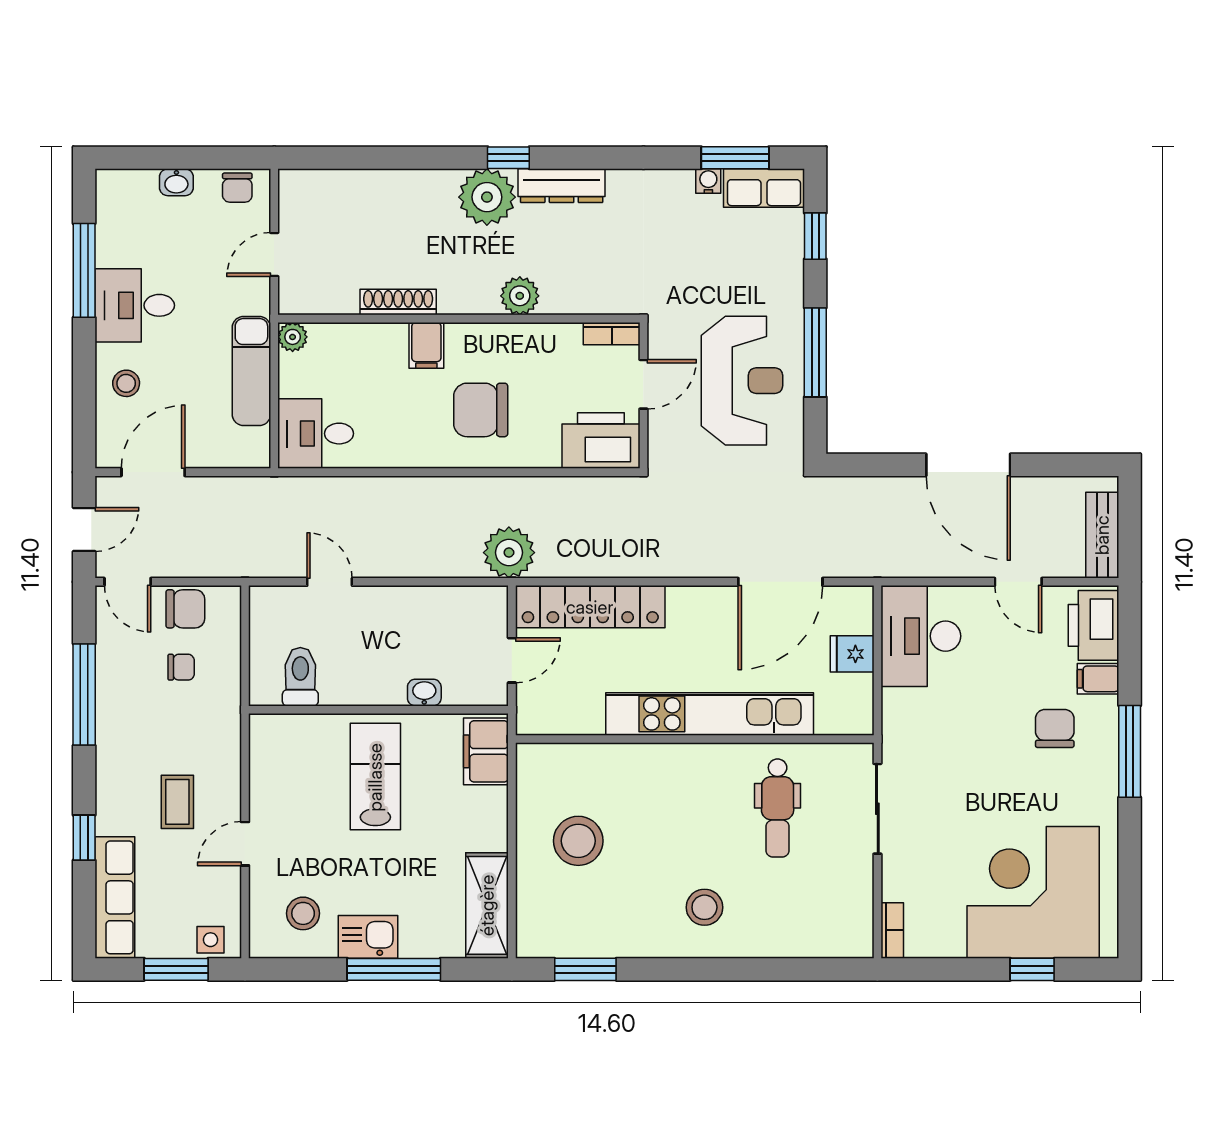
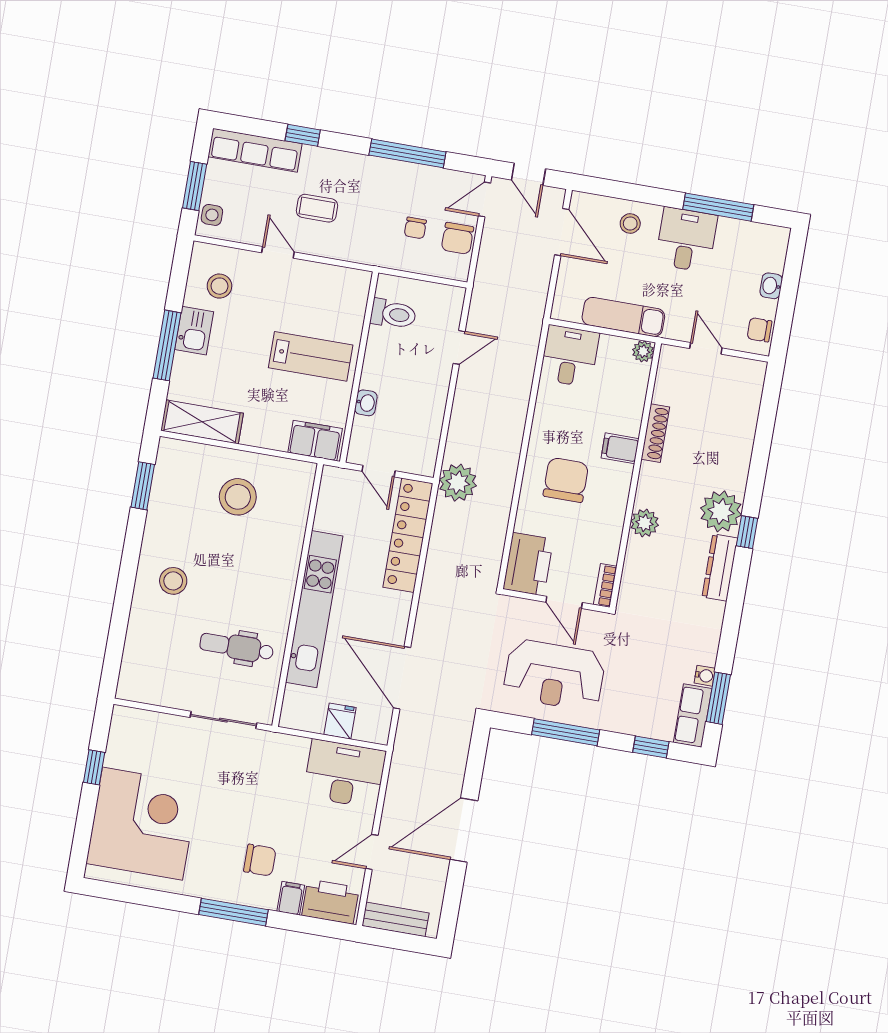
bookcase: (892, 930) -> (132, 716), removed
window: (1032, 969) -> (94, 767), moved

